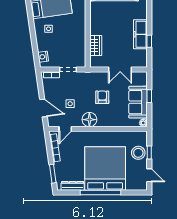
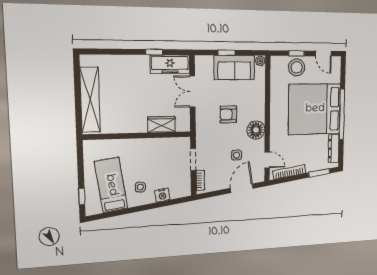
freezer: (140, 34) -> (170, 64), moved
nightstand: (43, 57) -> (162, 195), moved
double door: (120, 69) -> (192, 92), swing flipped
door: (149, 175) -> (323, 54), swing flipped

